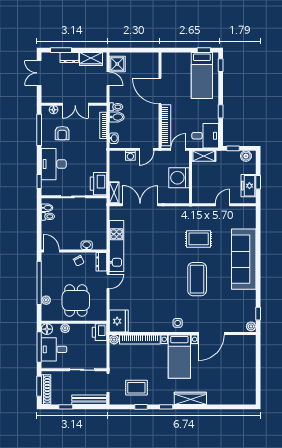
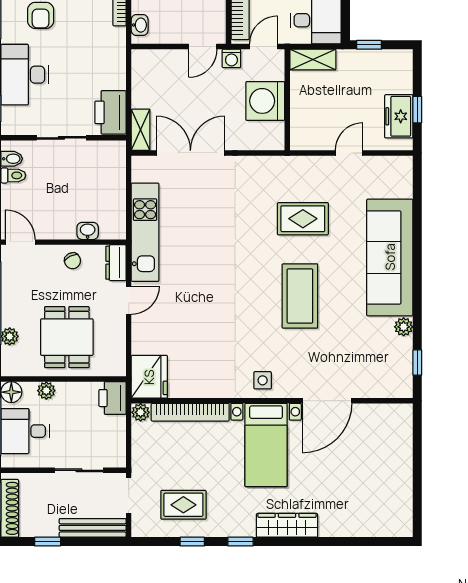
washing machine: (130, 156) -> (231, 58), moved
boiler: (246, 156) -> (394, 59), removed
plant: (251, 326) -> (404, 327), moved

